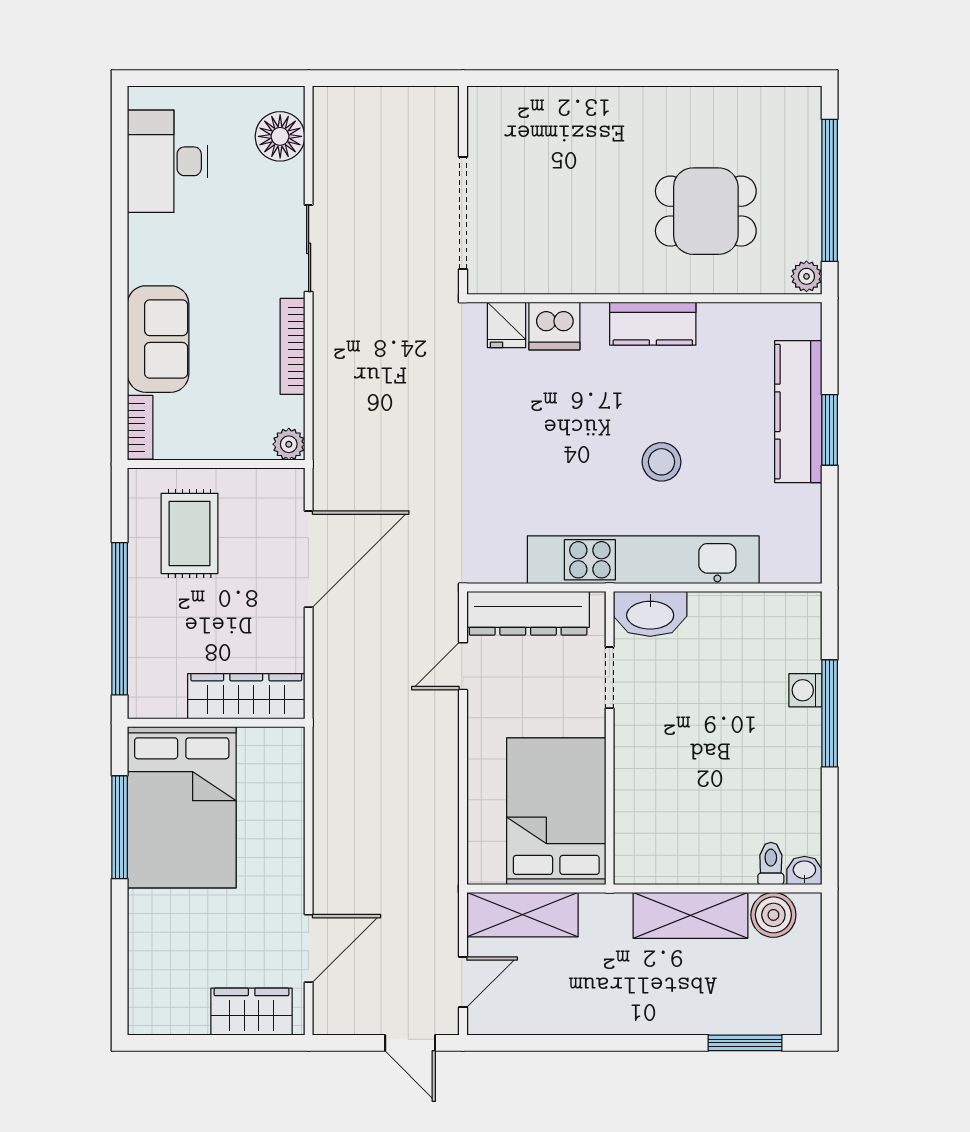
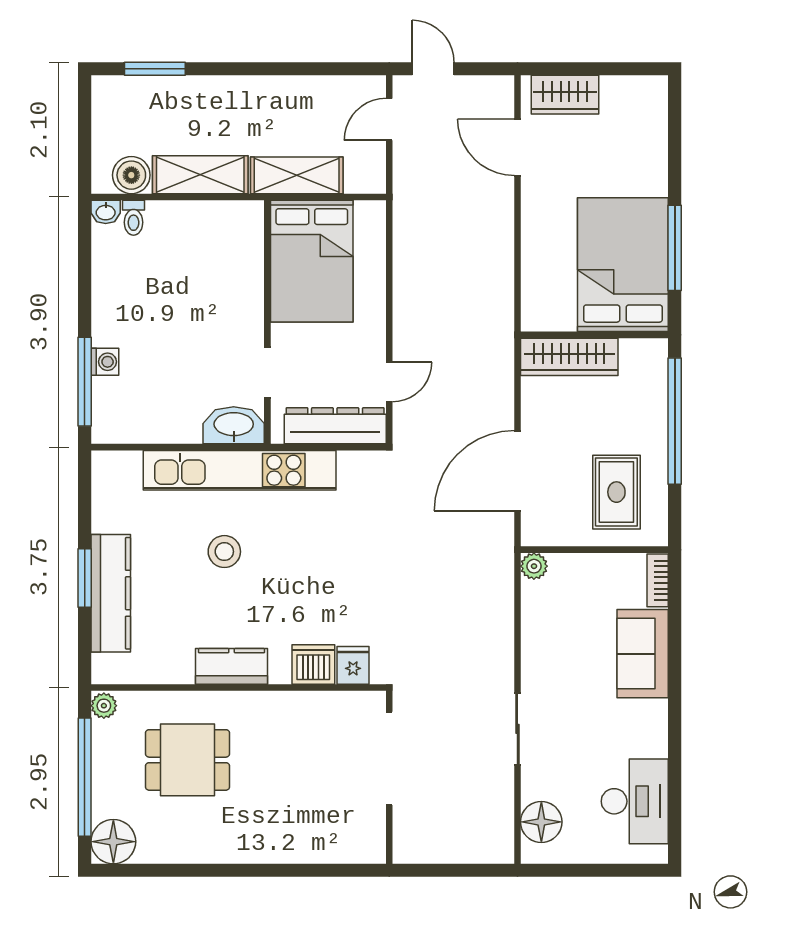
floor lamp: (795, 113) -> (113, 842), added
bookcase: (292, 346) -> (531, 647), removed
window: (830, 713) -> (85, 382), moved
shelving: (522, 915) -> (297, 175), moved
door: (309, 948) -> (517, 147), hinge flipped

